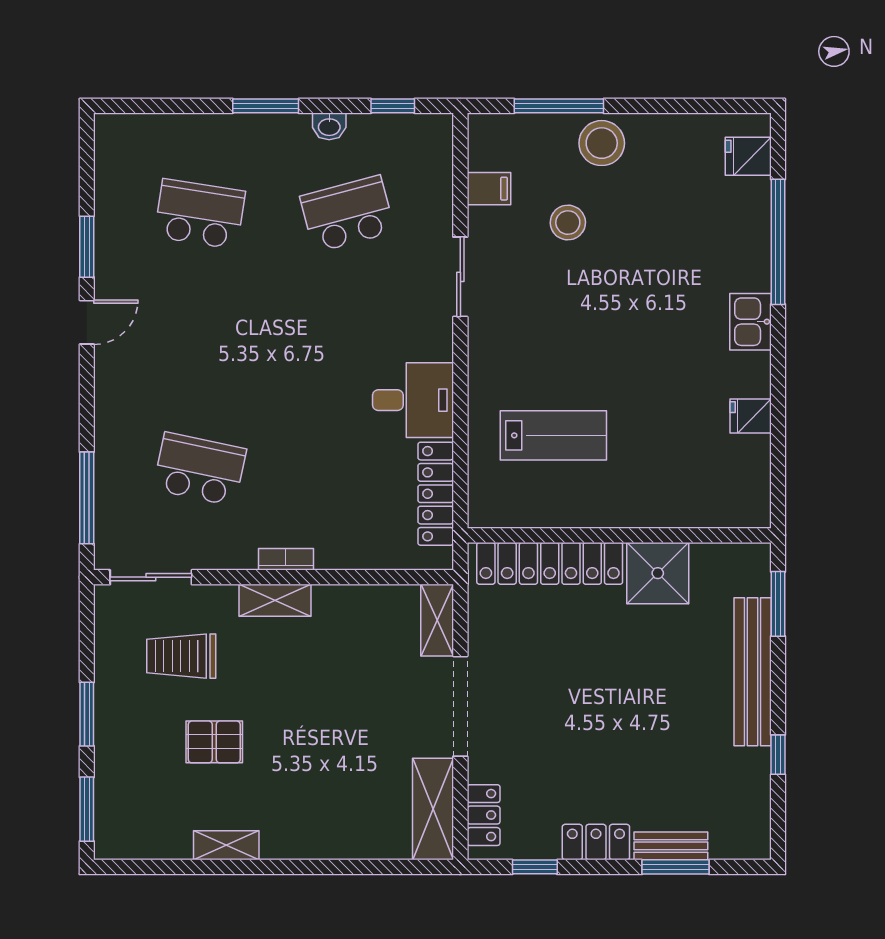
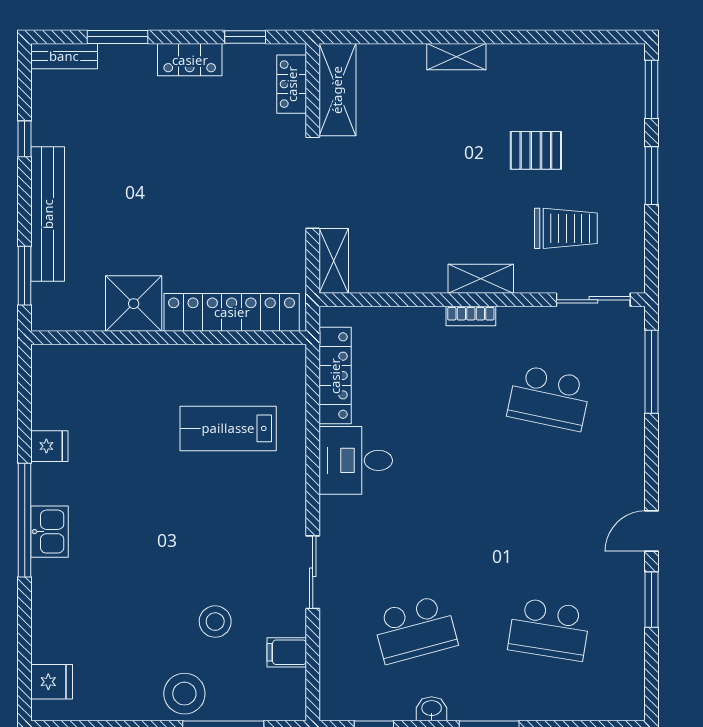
window: (778, 242) -> (25, 520), moved
shelving: (226, 845) -> (456, 57), moved
bench: (671, 846) -> (64, 56), moved

